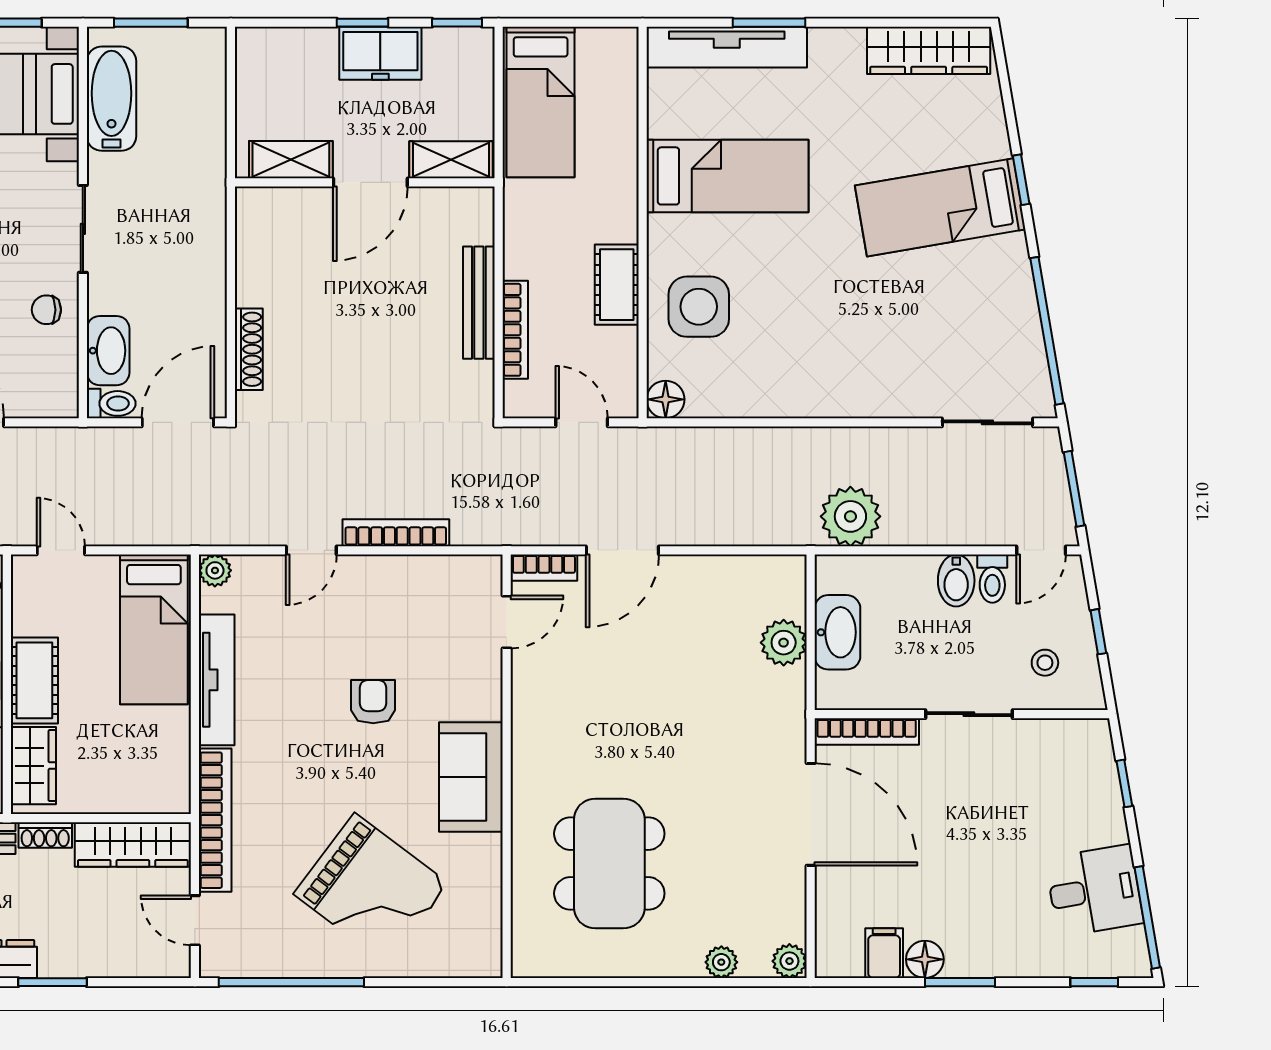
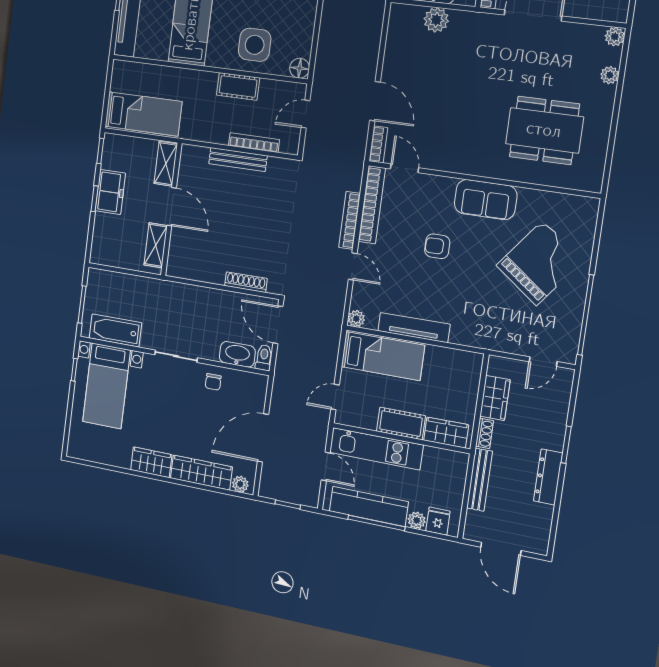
bookcase: (215, 820) -> (372, 205), moved, turned 90
wardrobe: (133, 845) -> (495, 398), width x0.67

